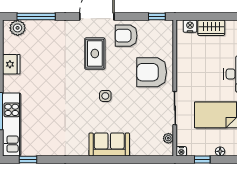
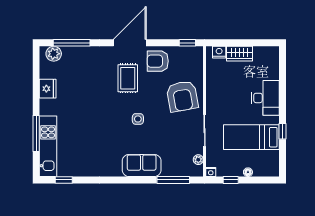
armchair: (152, 72) -> (182, 96), turned -100
window: (142, 159) -> (173, 180), added

